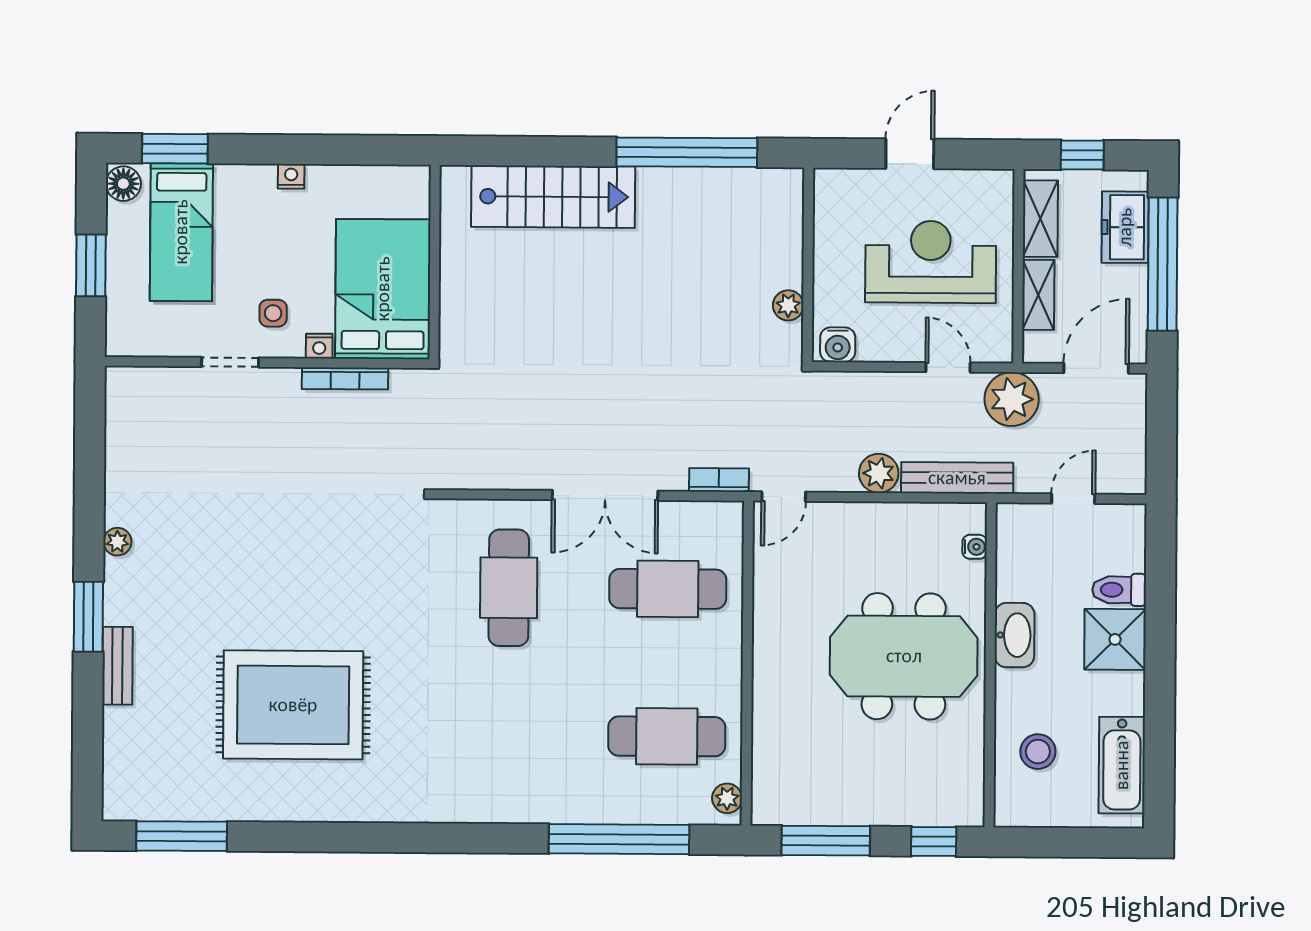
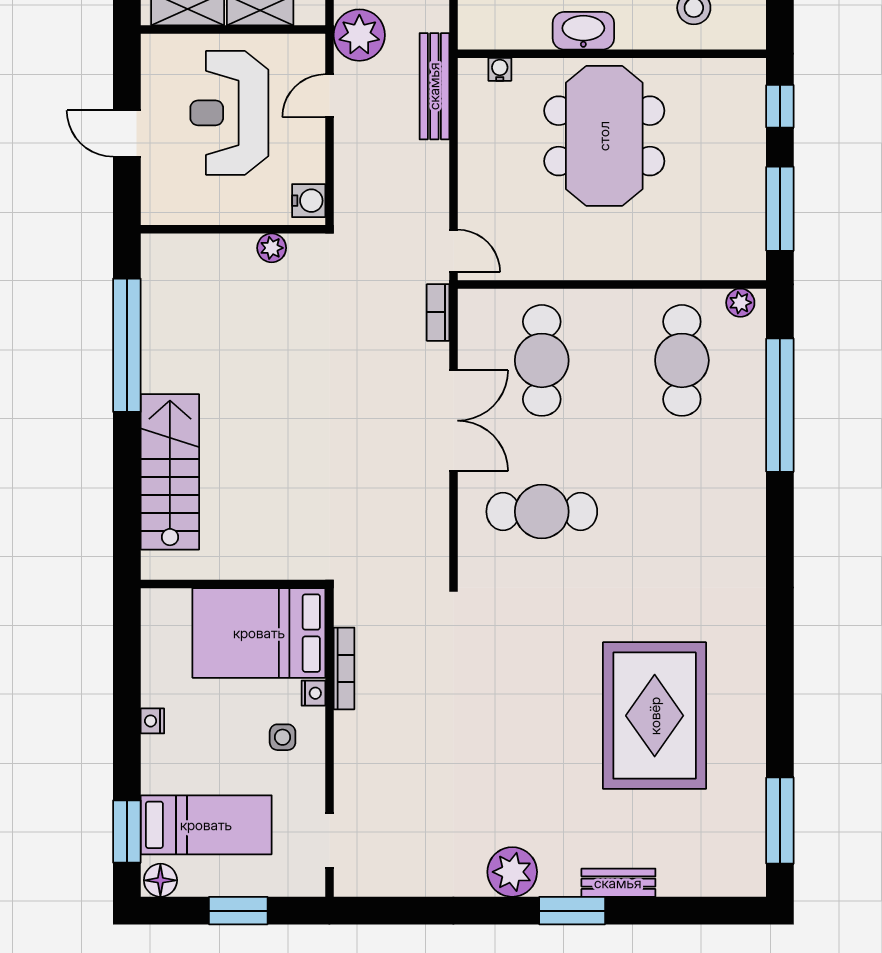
doorway: (230, 362) -> (329, 841), moved
plant: (879, 473) -> (431, 161), removed
plant: (117, 542) -> (512, 872), width x1.87, depth x1.87

